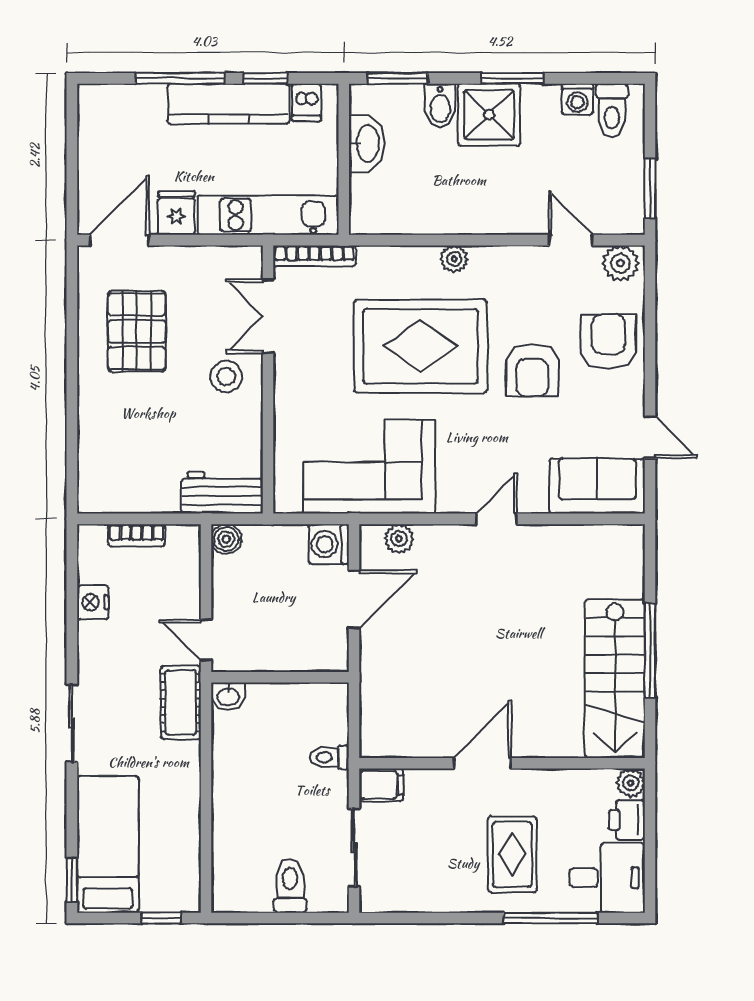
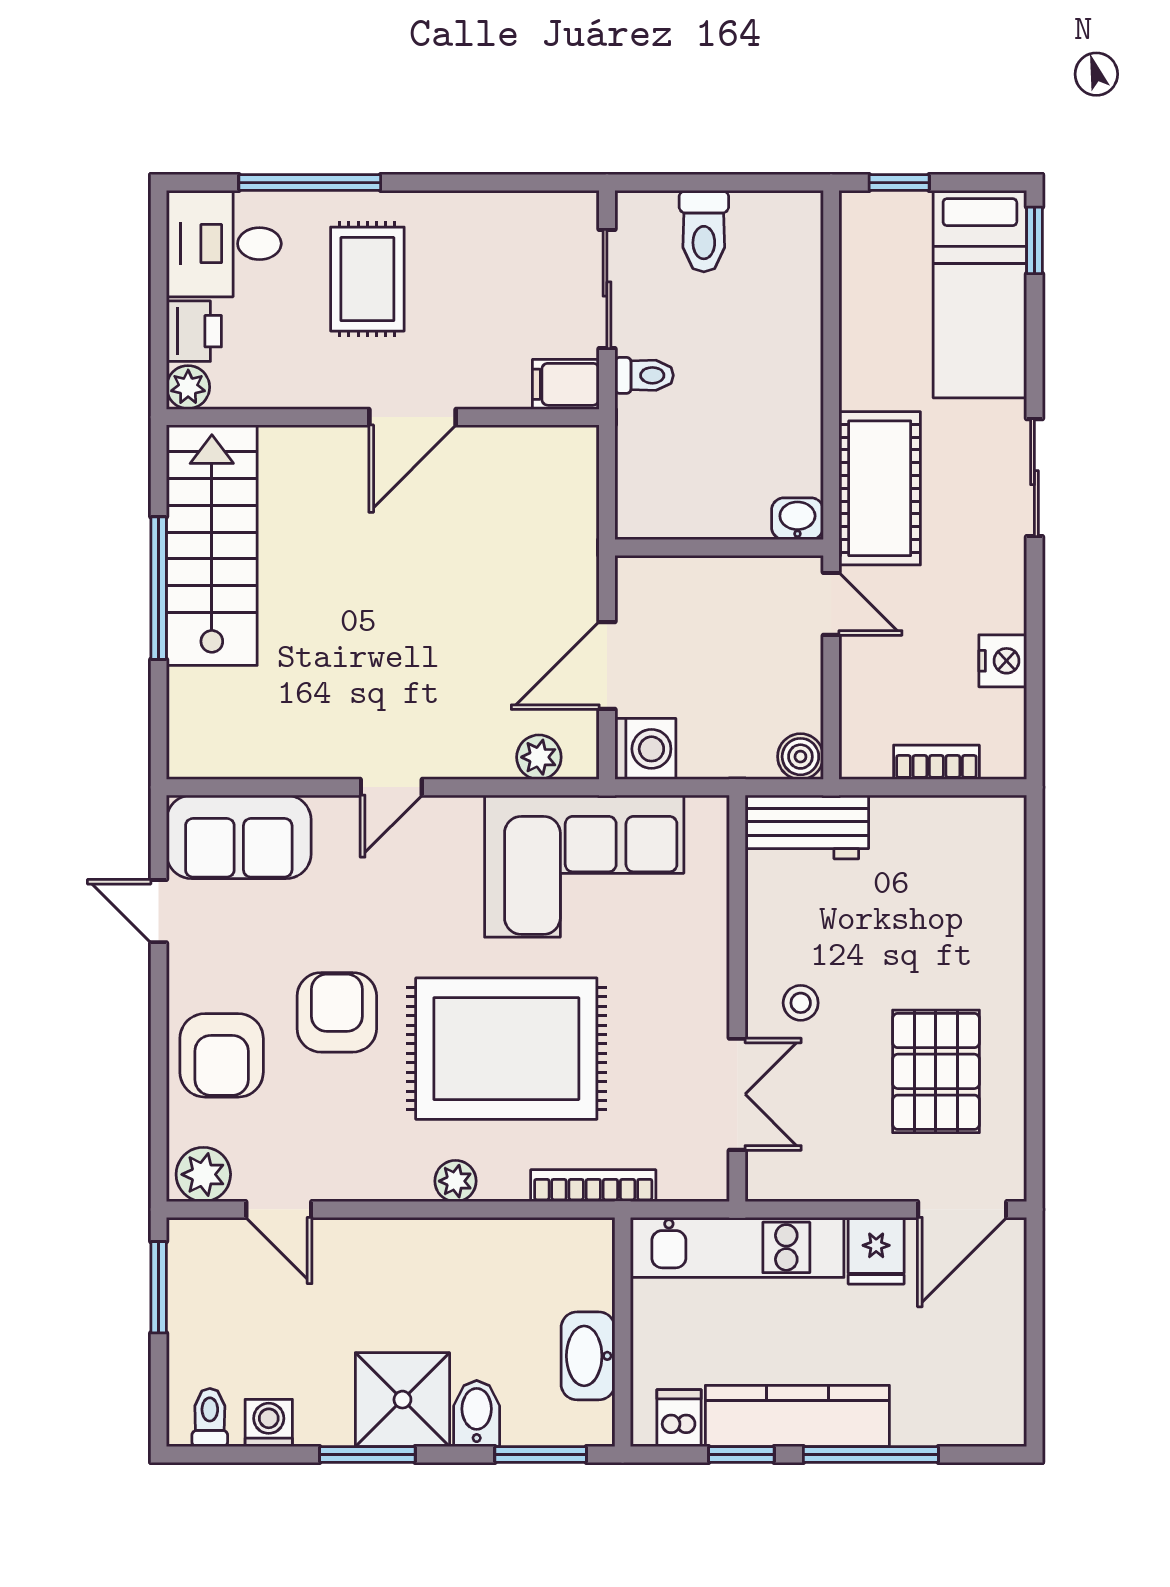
toilet: (612, 110) -> (210, 1418), width x0.73, depth x0.72
bookcase: (314, 256) -> (593, 1186), moved
stool: (226, 377) -> (801, 1003), width x0.73, depth x0.73
cot: (181, 703) -> (880, 488), width x1.37, depth x1.34
toilet: (330, 757) -> (644, 375), moved

